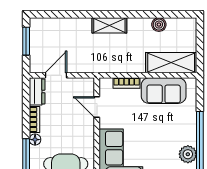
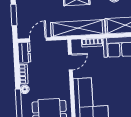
shelving: (109, 63) -> (78, 28), added
door: (97, 107) -> (70, 62), swing flipped

